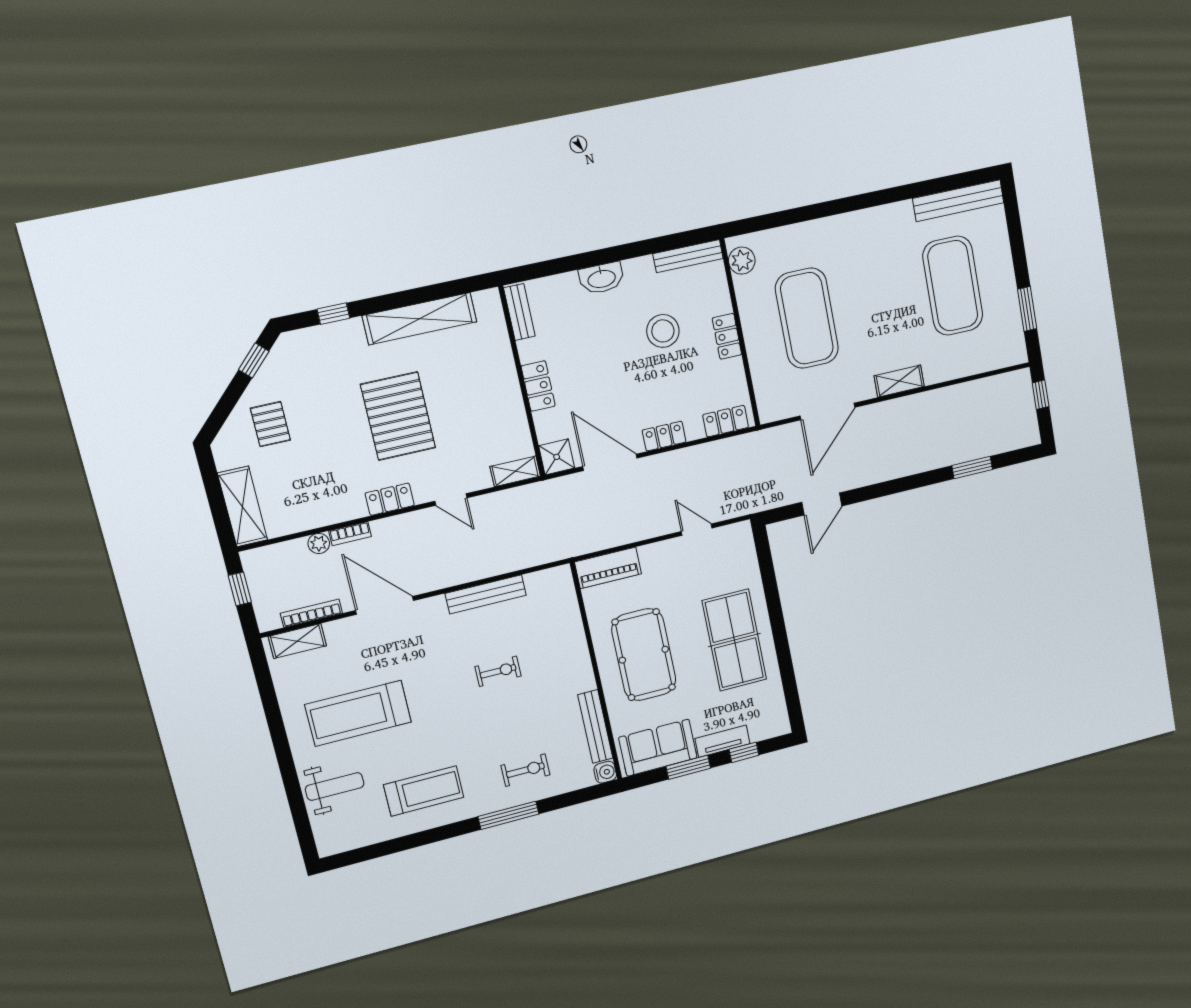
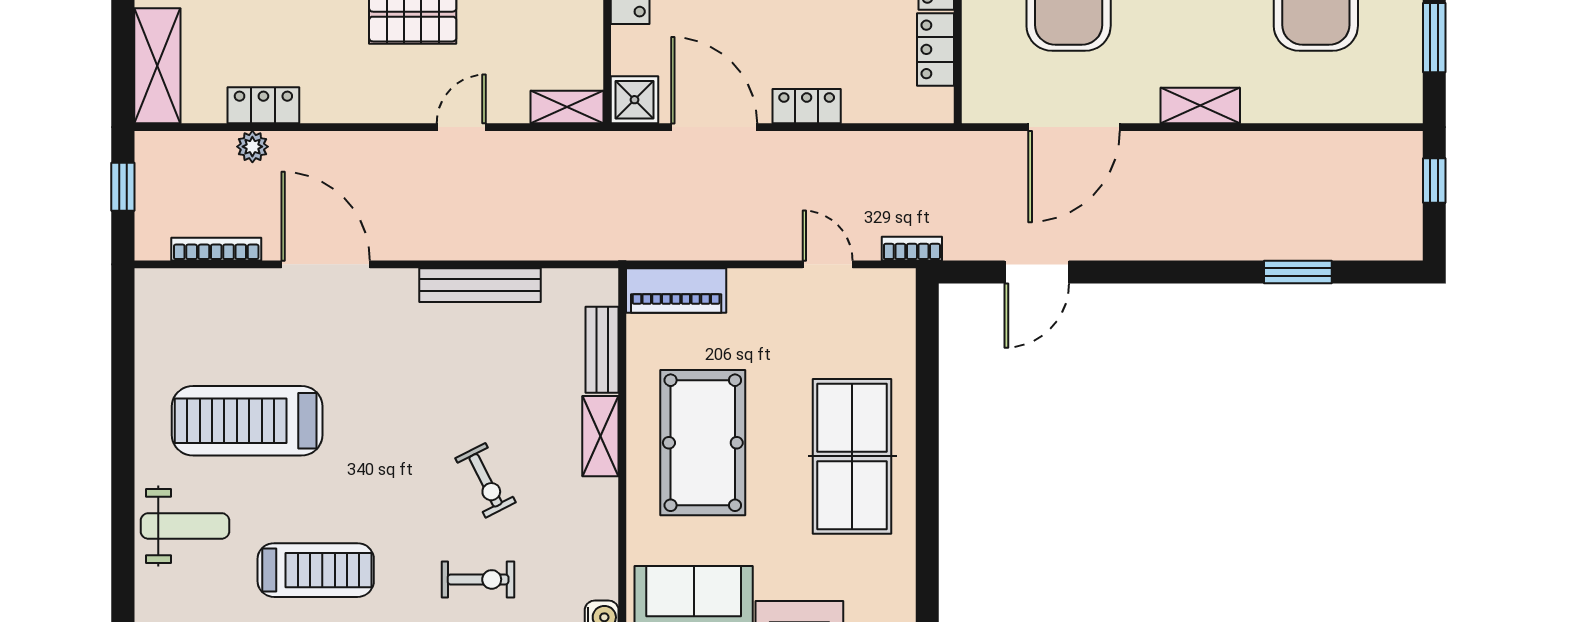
locker: (726, 421) -> (936, 49), moved, turned -90
locker: (390, 499) -> (263, 105), moved
door: (451, 500) -> (461, 127), swing flipped
bookcase: (350, 534) -> (912, 249), moved, turned 180
shelving: (297, 641) -> (600, 436), moved, turned 90
exercise bike: (498, 671) -> (486, 480), moved, turned 63
bench: (595, 726) -> (602, 350), moved, width x0.73

